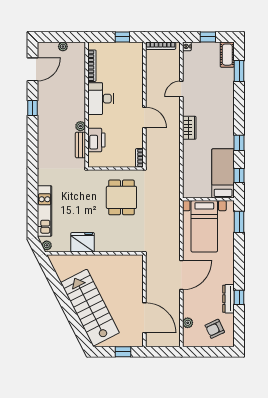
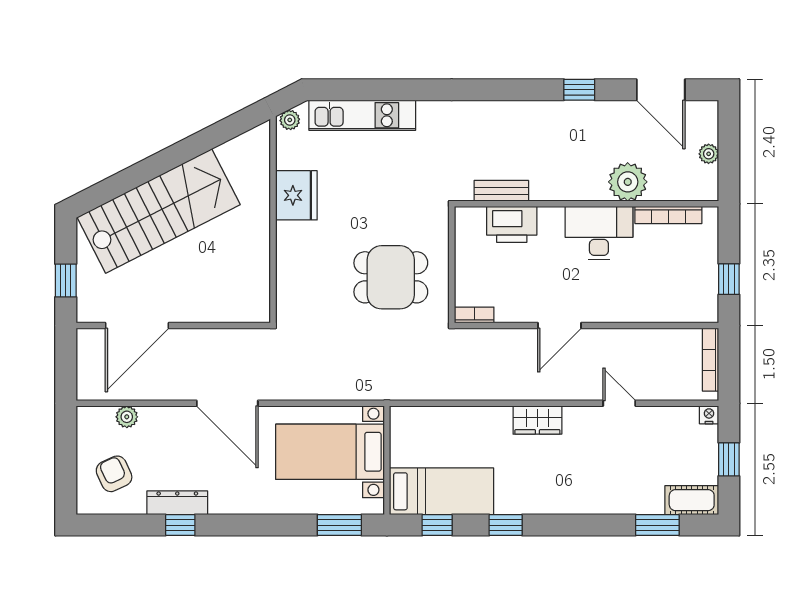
plant: (80, 126) -> (628, 182), moved, width x1.87, depth x1.87

